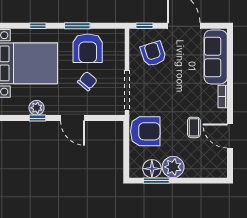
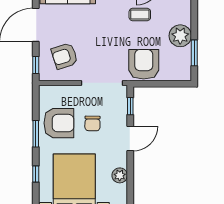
chair: (87, 81) -> (92, 123), turned -129
window: (37, 118) -> (130, 106), moved
floor lamp: (152, 169) -> (182, 57), removed

